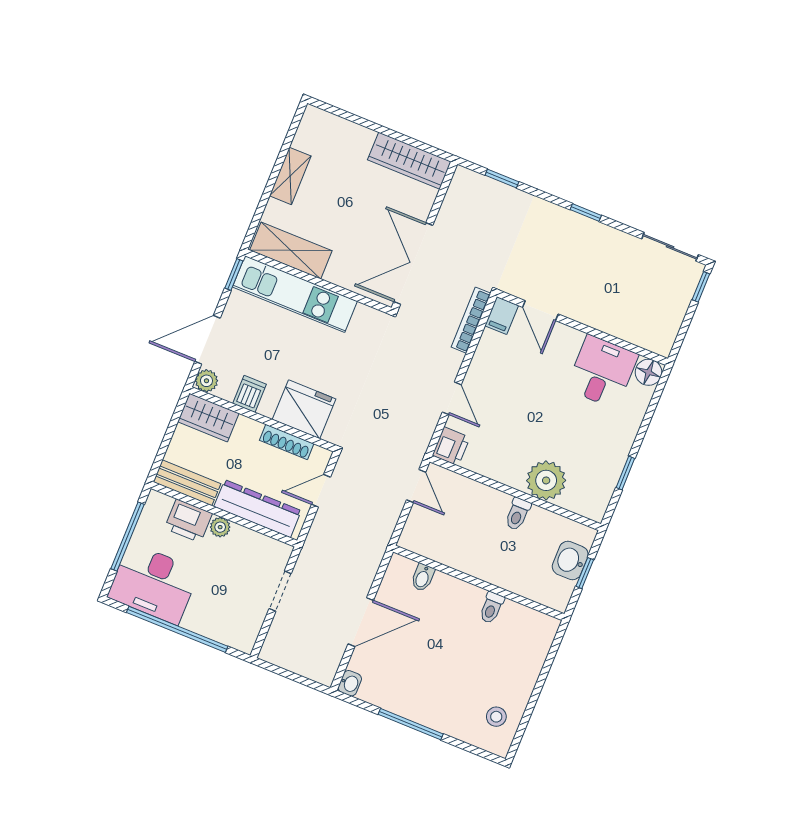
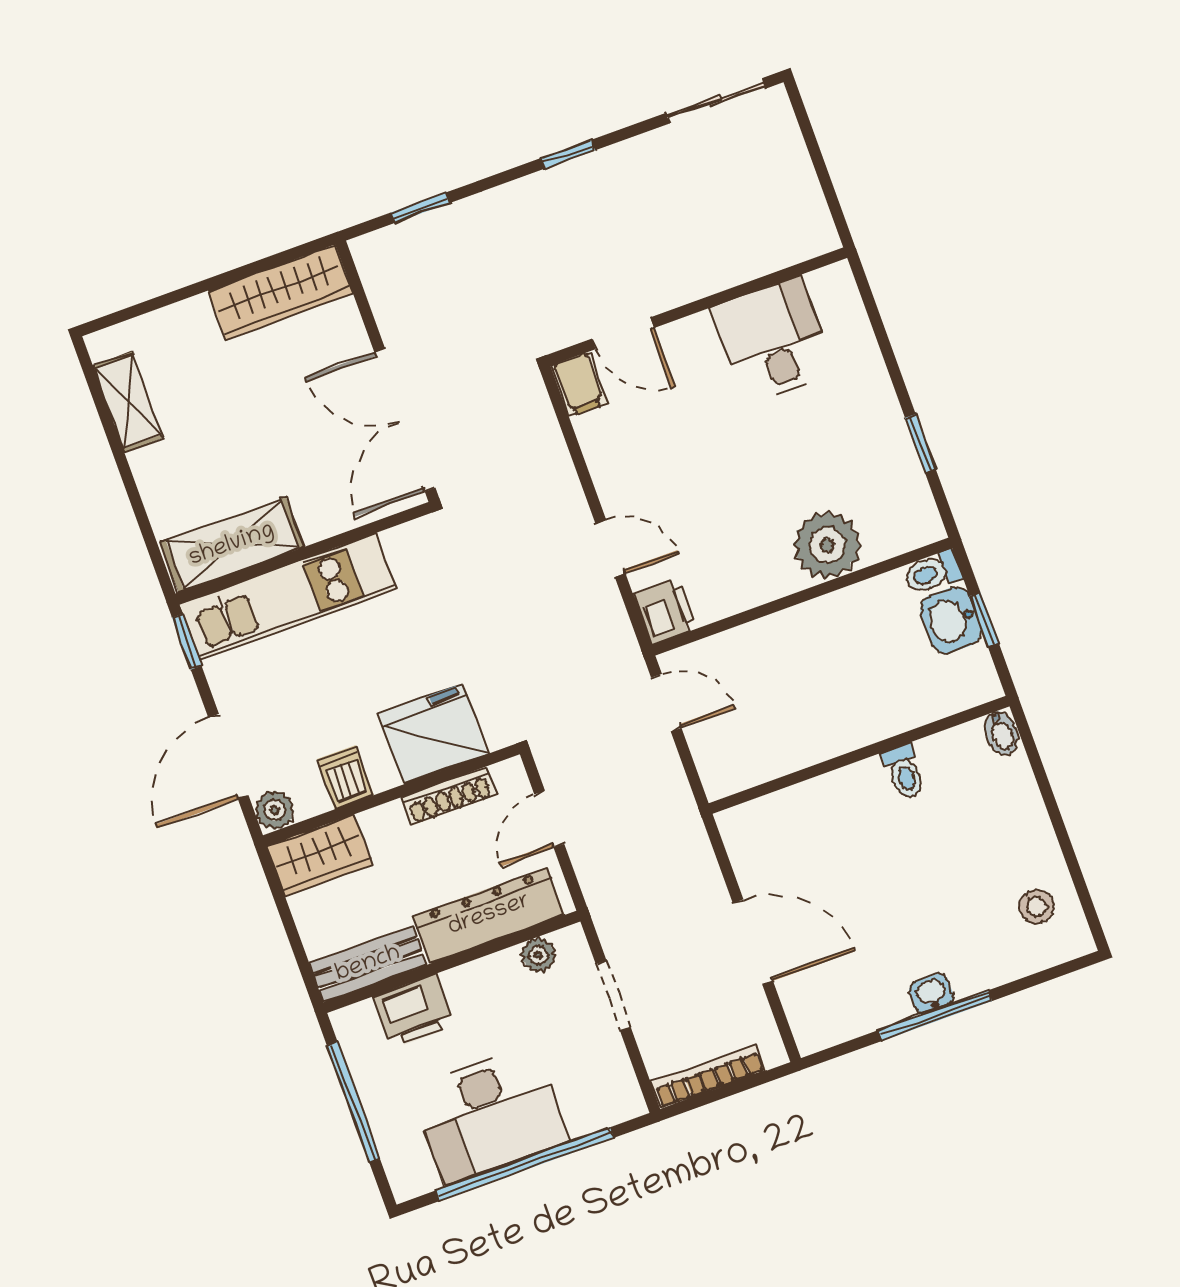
shelving: (290, 176) -> (128, 402), moved
window: (701, 287) -> (802, 116), removed
bookcase: (471, 320) -> (708, 1076), moved, turned 90
floor lamp: (649, 372) -> (834, 287), removed
toilet: (518, 514) -> (933, 573), moved, turned 90
plant: (220, 527) -> (538, 955), moved
bidet: (423, 577) -> (1001, 733), moved
desk: (154, 584) -> (490, 1115), moved
door: (361, 622) -> (753, 942), hinge flipped
washbasin: (350, 683) -> (931, 993), moved, turned -90

